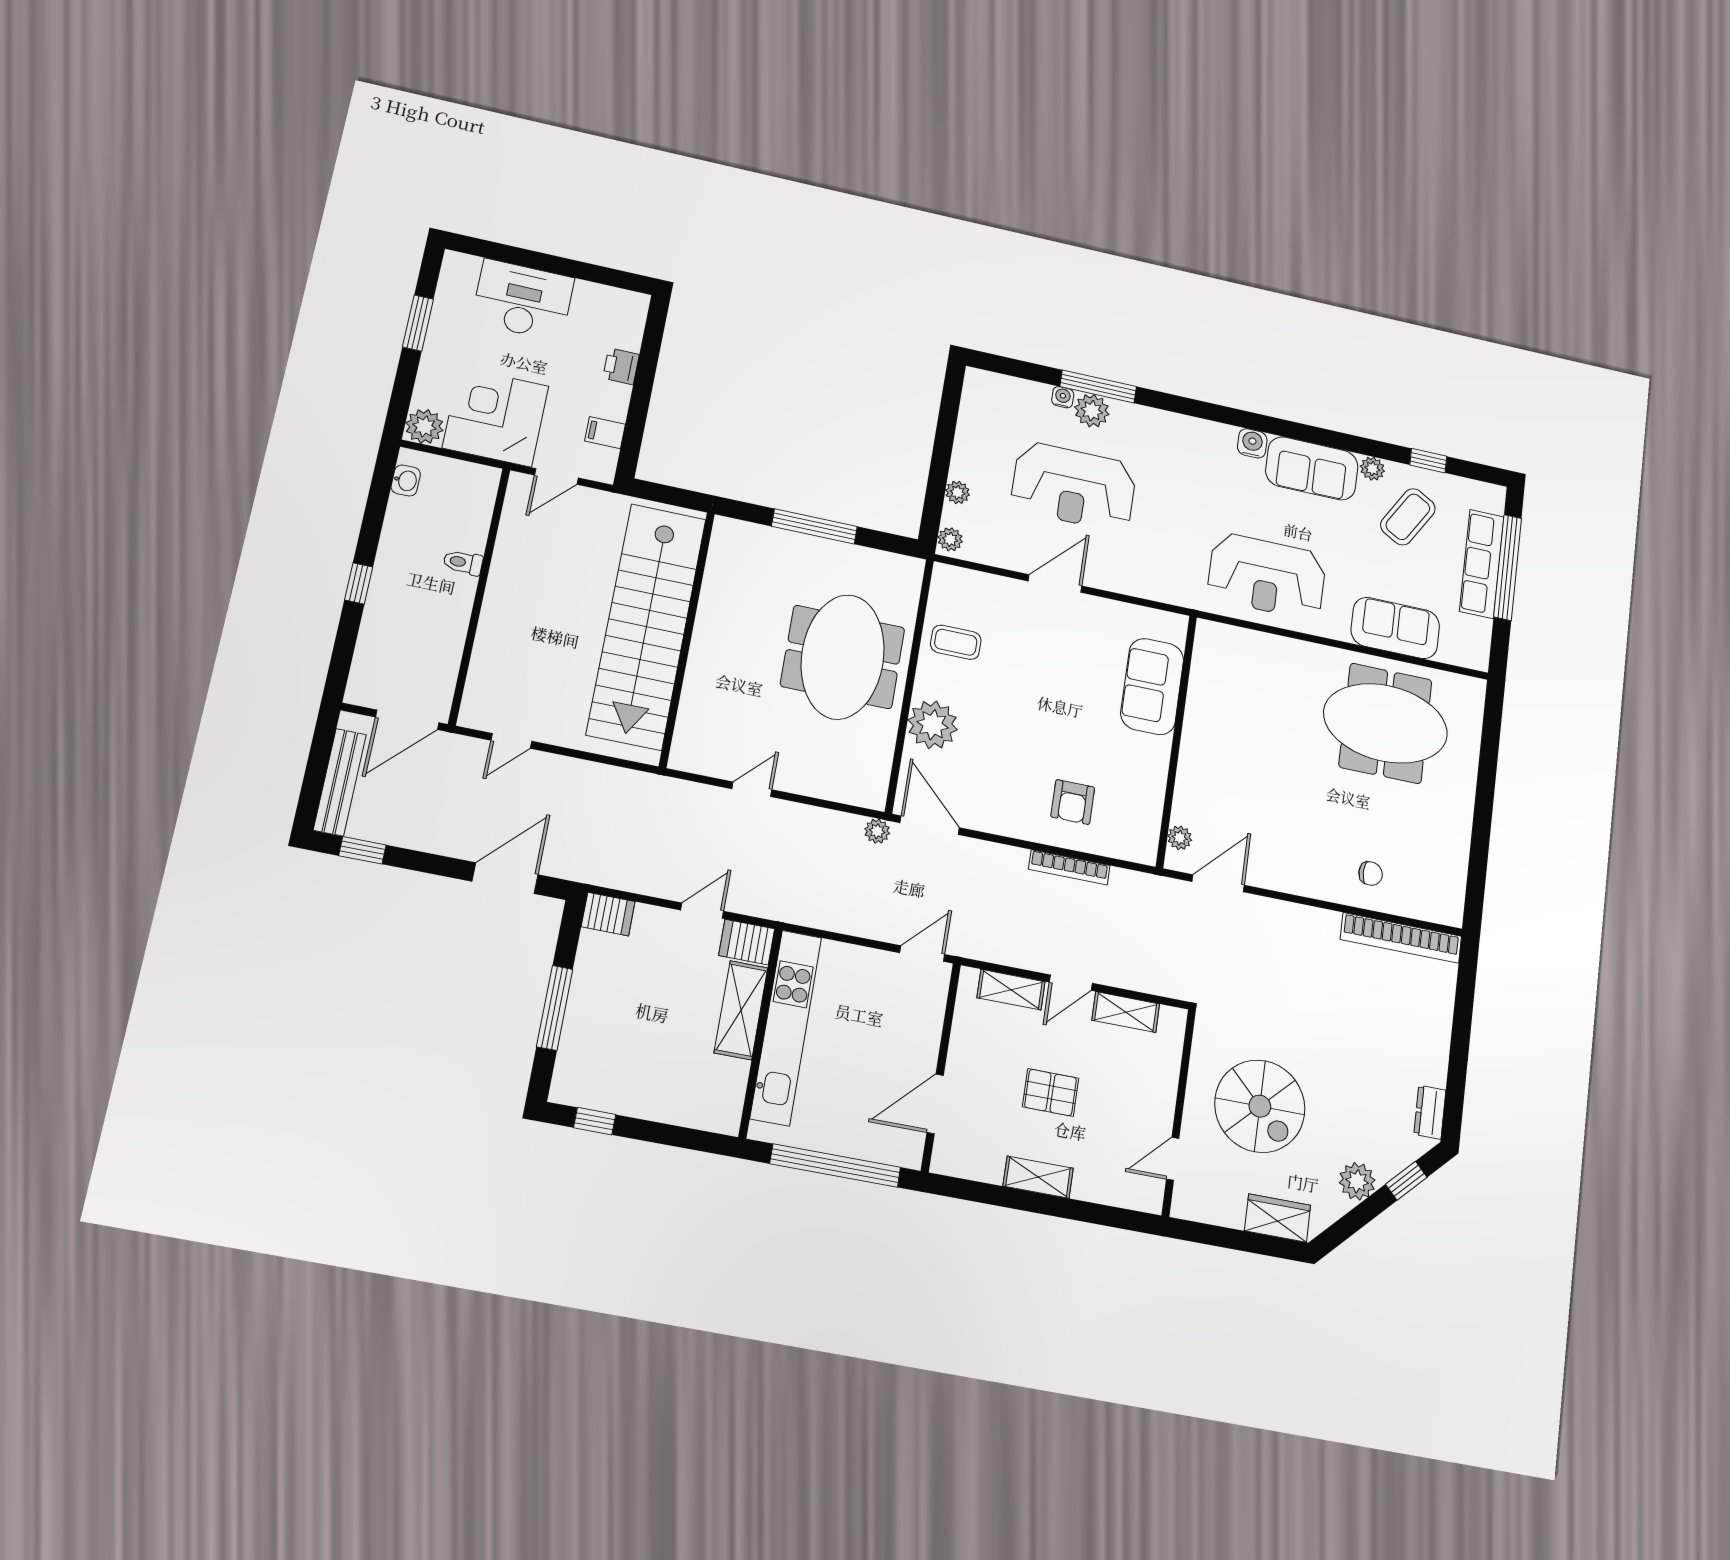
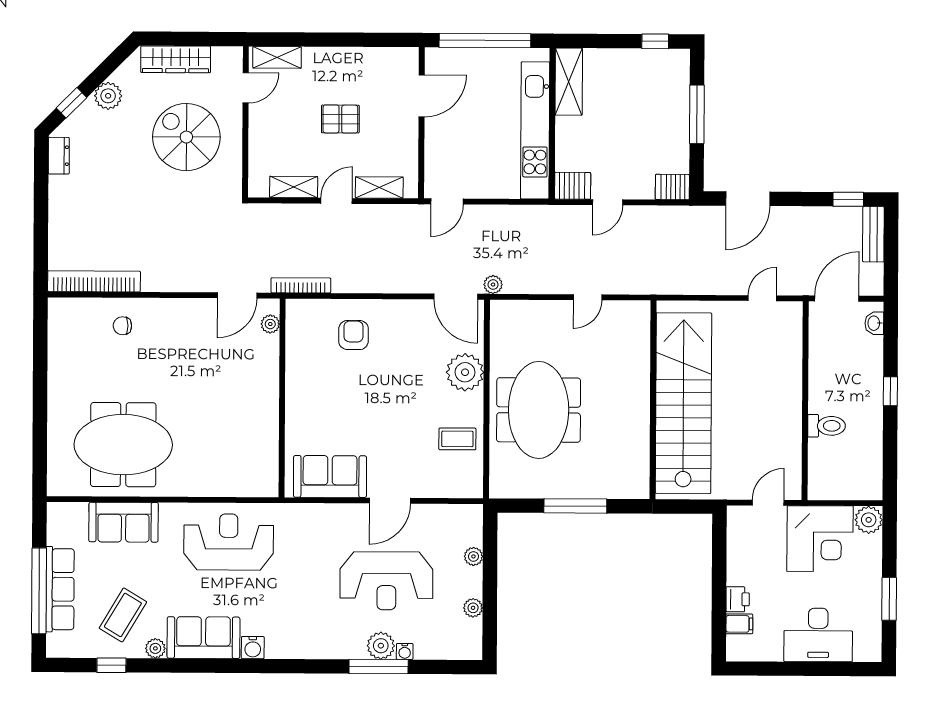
filing cabinet: (605, 433) -> (739, 624), moved
washbasin: (406, 480) -> (874, 323), moved
reception desk: (1074, 487) -> (386, 581), turned 180
plant: (950, 539) -> (473, 608), moved
toilet: (463, 562) -> (827, 426), width x1.37, depth x1.39
sofa: (1152, 686) -> (330, 477), moved, turned -90
bench: (340, 782) -> (873, 234), width x0.73
bookcase: (1069, 867) -> (301, 285), moved
shelving: (741, 1010) -> (569, 82), moved
shelving: (1038, 1177) -> (277, 57), moved
wardrobe: (1277, 1218) -> (176, 59), width x1.50

